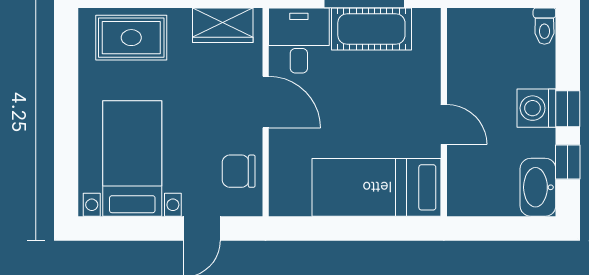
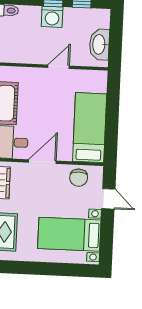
bed: (377, 187) -> (90, 128), moved, turned 180
washbasin: (538, 187) -> (99, 44), moved, turned 90

